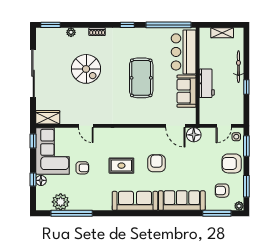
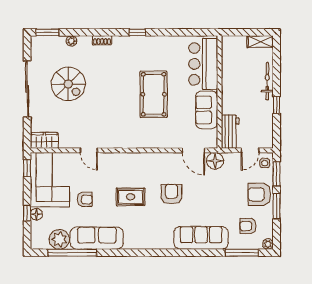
window: (169, 25) -> (186, 32), removed
shelving: (222, 33) -> (260, 42), moved
spiral stairs: (86, 69) -> (68, 84), moved
workbench: (207, 83) -> (230, 132), moved
window: (246, 186) -> (277, 206), moved
sofa: (135, 201) -> (97, 238), moved

